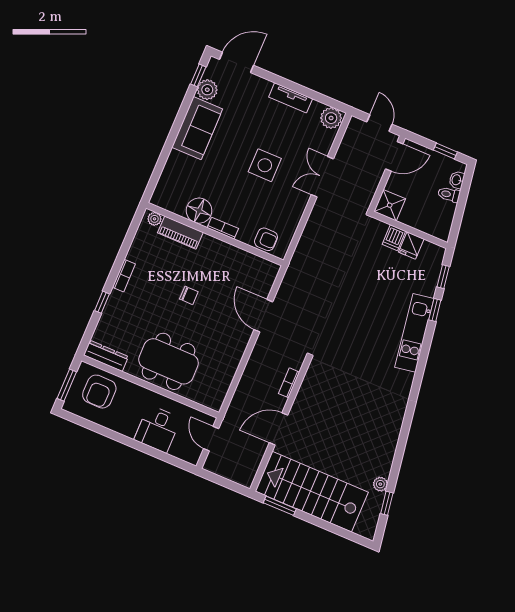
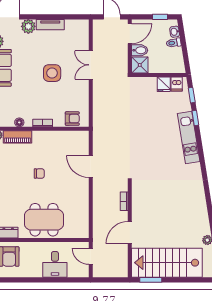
plant: (331, 118) -> (28, 26), moved
bidet: (398, 185) -> (140, 50), added
floor lamp: (199, 211) -> (19, 122), width x0.53, depth x0.53
dishwasher: (394, 238) -> (177, 84), moved

